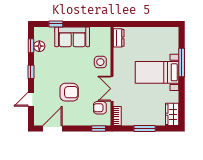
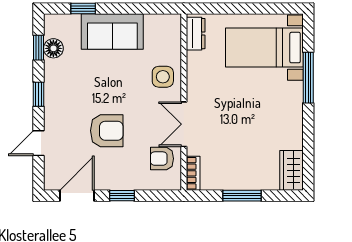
bed with nightstands: (157, 72) -> (264, 48), moved
window: (99, 128) -> (122, 196), moved

